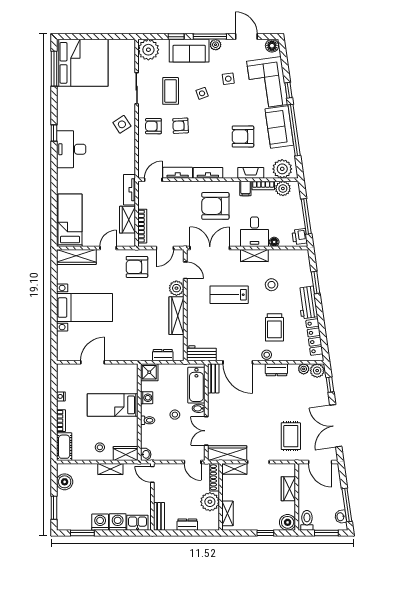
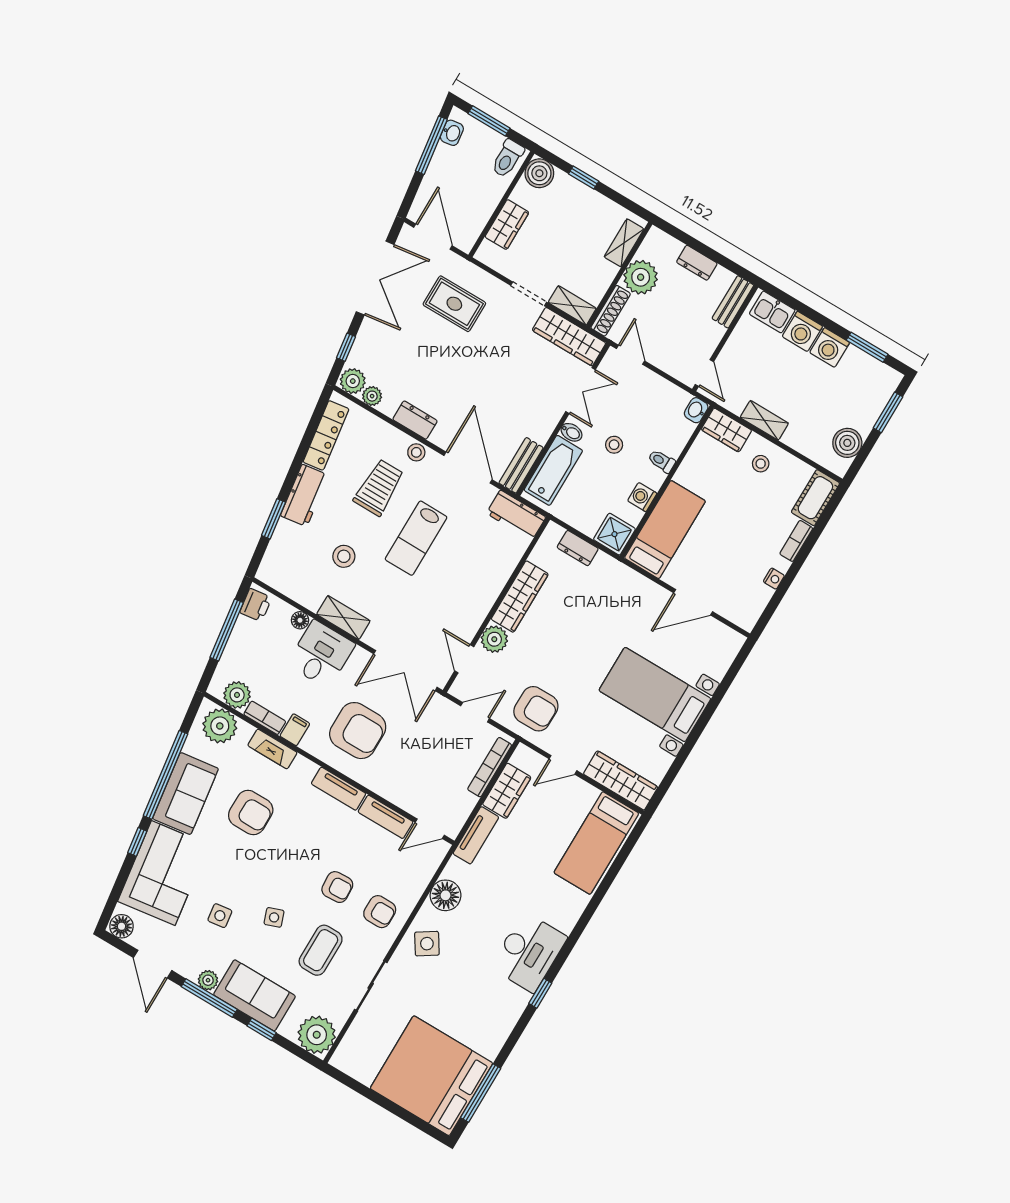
floor lamp: (127, 153) -> (446, 895), added
lab bench: (229, 295) -> (416, 538), moved, turned 90
bed: (113, 405) -> (665, 530), moved, turned -90
rug: (291, 436) -> (454, 304), turned 90

